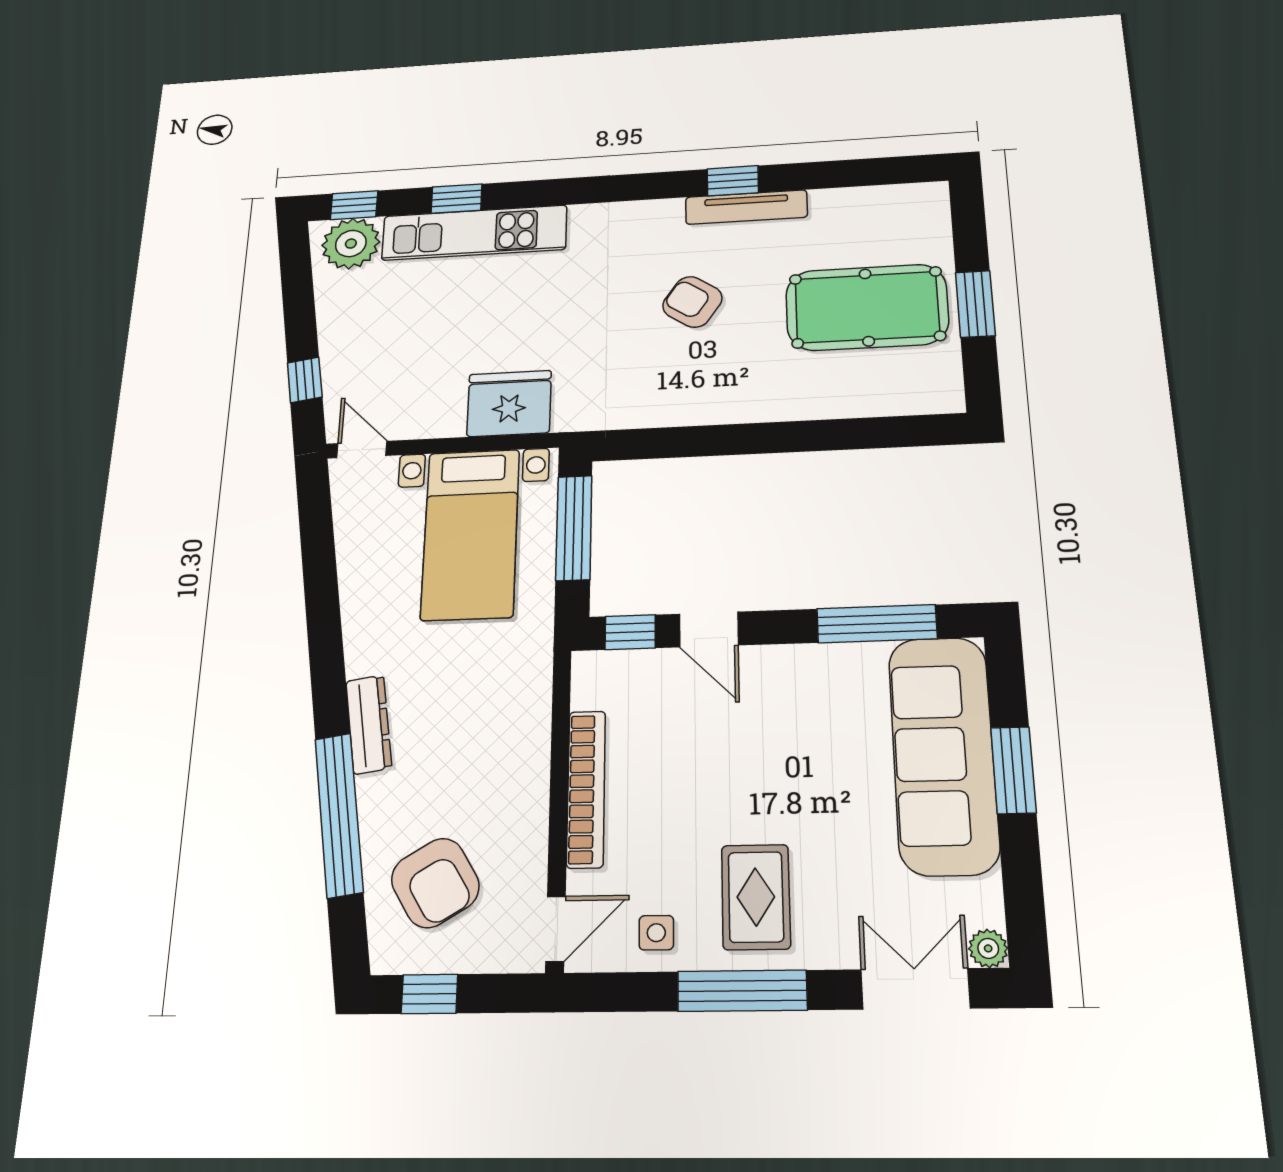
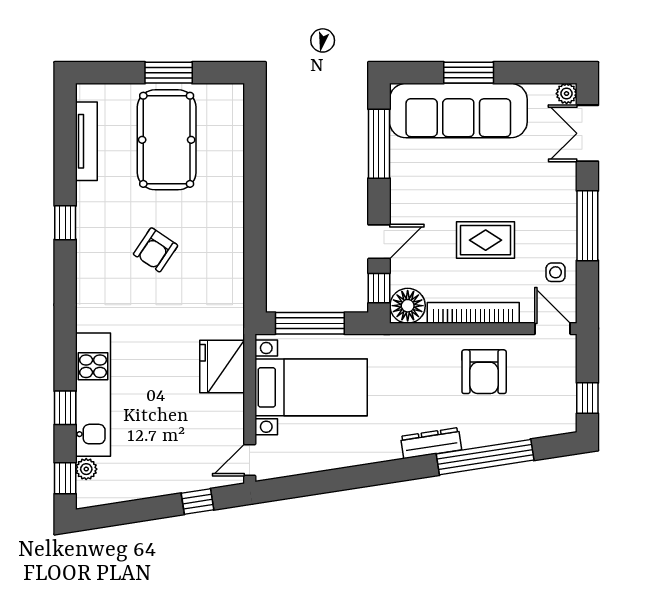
tv unit: (746, 207) -> (86, 141), moved
plant: (351, 244) -> (86, 469), width x0.53, depth x0.53
floor lamp: (600, 679) -> (408, 306), added
armchair: (435, 883) -> (484, 372), moved, turned 121
rug: (756, 897) -> (486, 240), moved

